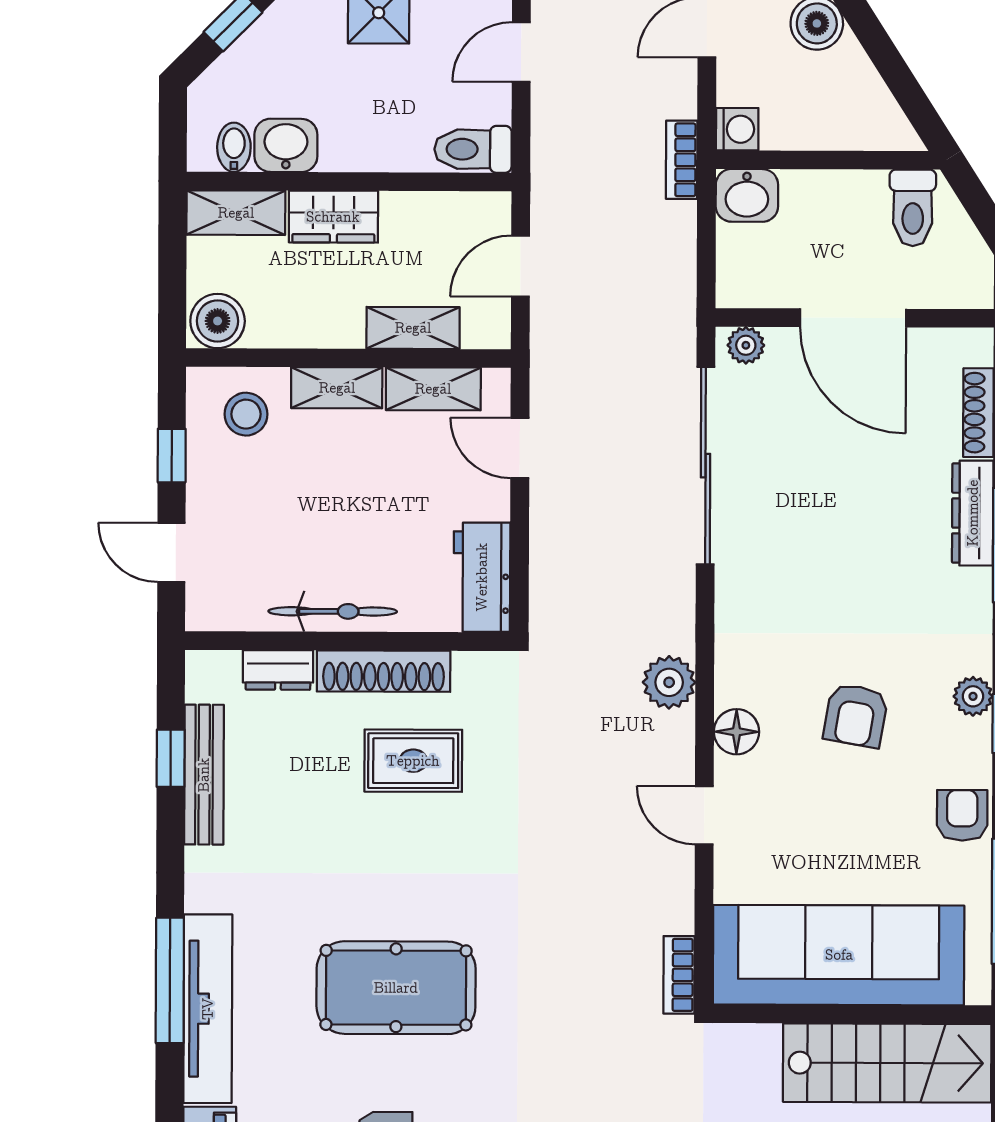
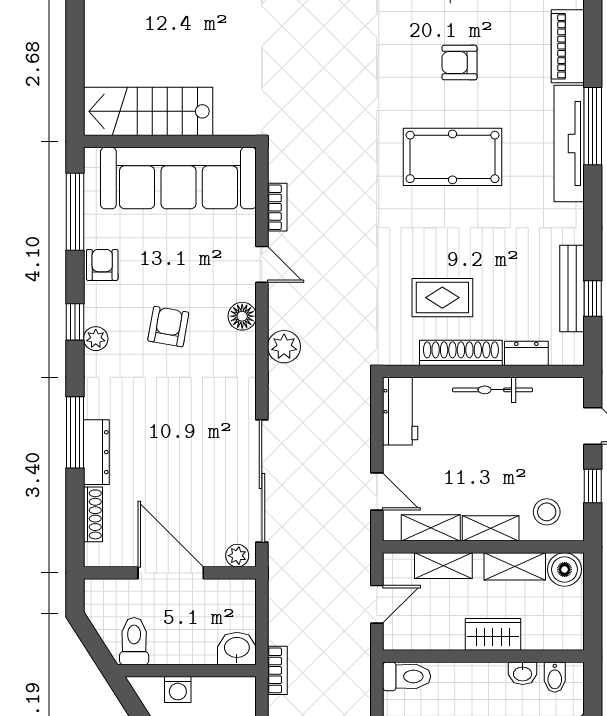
washing machine: (737, 129) -> (178, 689), moved, turned -90
washbasin: (286, 145) -> (523, 673), width x0.72, depth x0.69
shelving: (236, 213) -> (515, 566), moved
armchair: (962, 815) -> (102, 265), turned 180
bookcase: (679, 975) -> (277, 207), moved
window: (170, 980) -> (593, 126), moved

